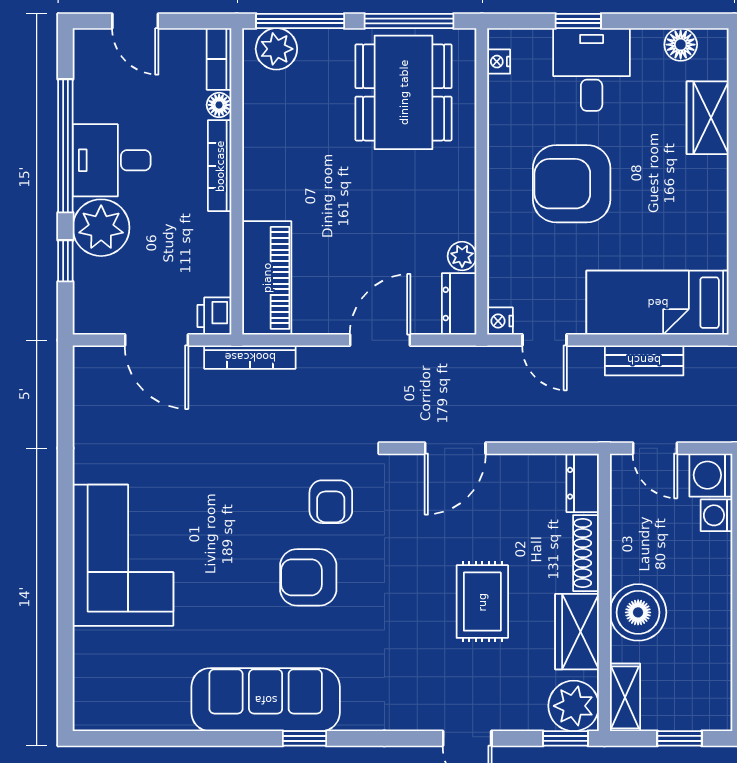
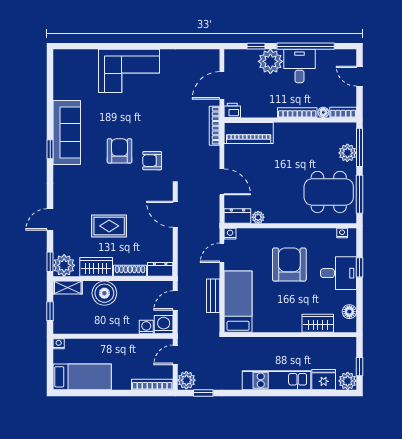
door: (135, 21) -> (360, 76), hinge flipped
plant: (276, 49) -> (347, 153), moved

